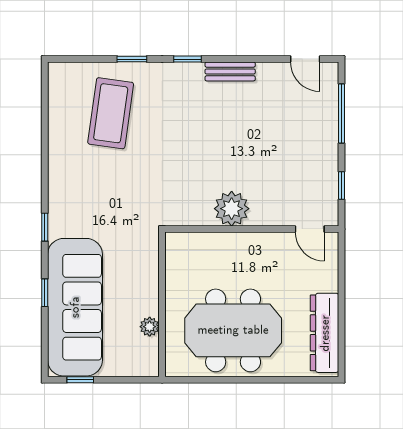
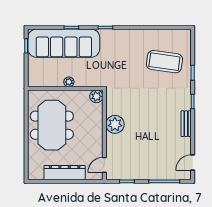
plant: (177, 244) -> (96, 96), added
plant: (150, 327) -> (69, 82), moved
dresser: (325, 333) -> (65, 173), moved

